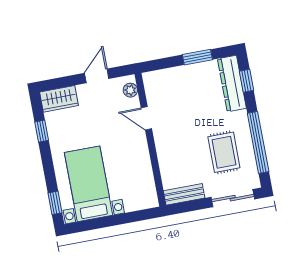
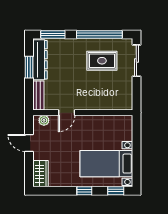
window: (246, 81) -> (53, 35), width x1.50
dresser: (232, 84) -> (40, 60), moved, turned -90
window: (42, 131) -> (84, 191), moved
bench: (184, 194) -> (38, 95), moved

